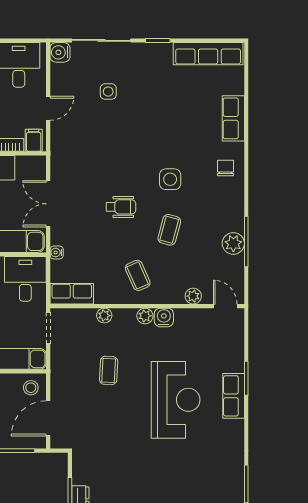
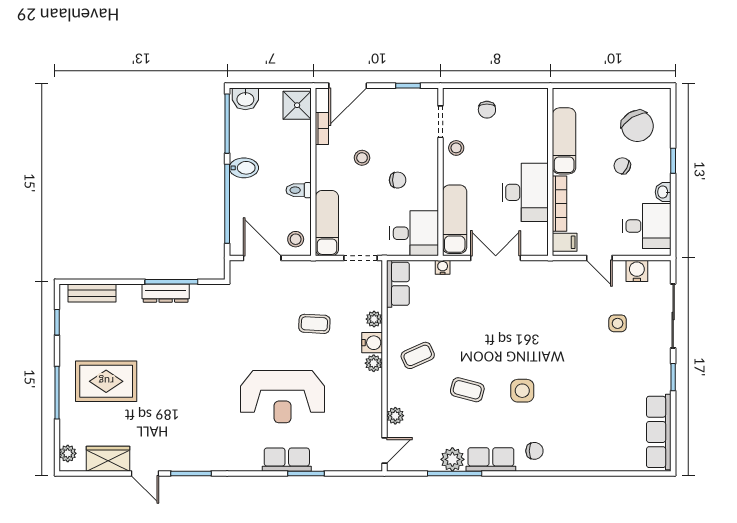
water cooler: (60, 52) -> (637, 271), moved
row of seats: (233, 118) -> (491, 459), moved
wheelchair: (121, 207) -> (492, 337), removed
water cooler: (164, 317) -> (372, 343), moved

